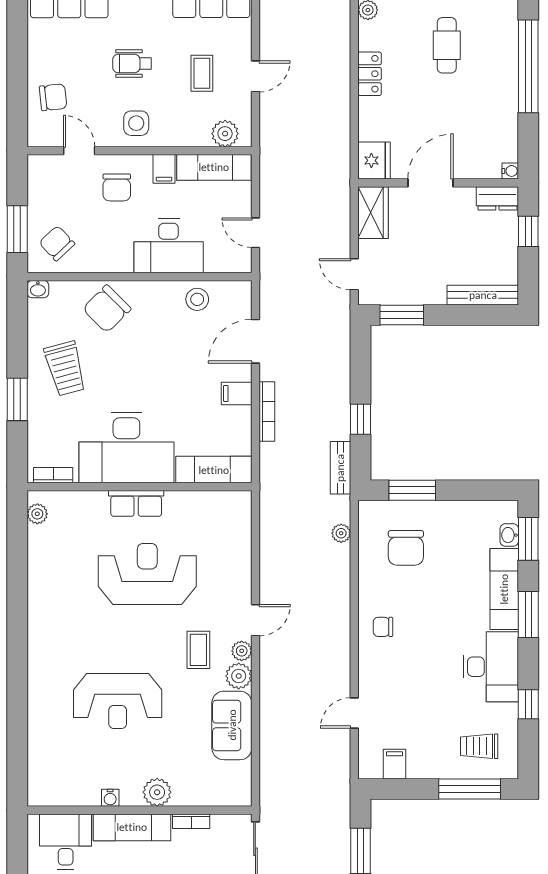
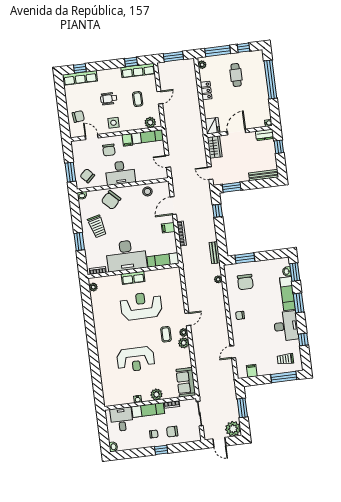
desk: (169, 246) -> (120, 173), moved
window: (360, 419) -> (217, 211), moved
sofa: (232, 725) -> (186, 382), moved

